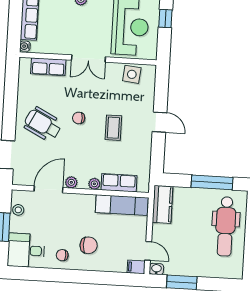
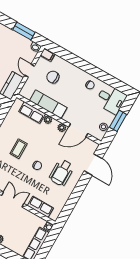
wheelchair: (43, 124) -> (62, 173), turned 63
exam couch: (122, 205) -> (48, 104), moved
chair: (89, 245) -> (53, 77), moved
door: (148, 251) -> (30, 71), moved

